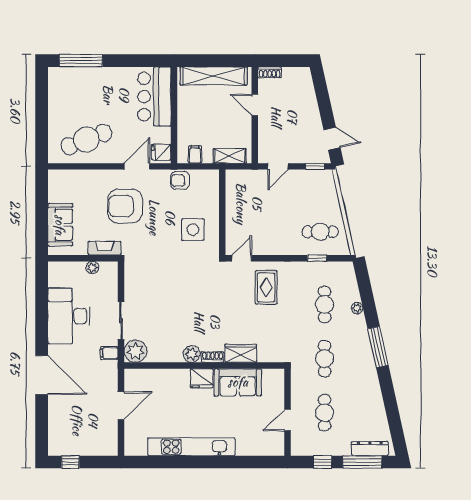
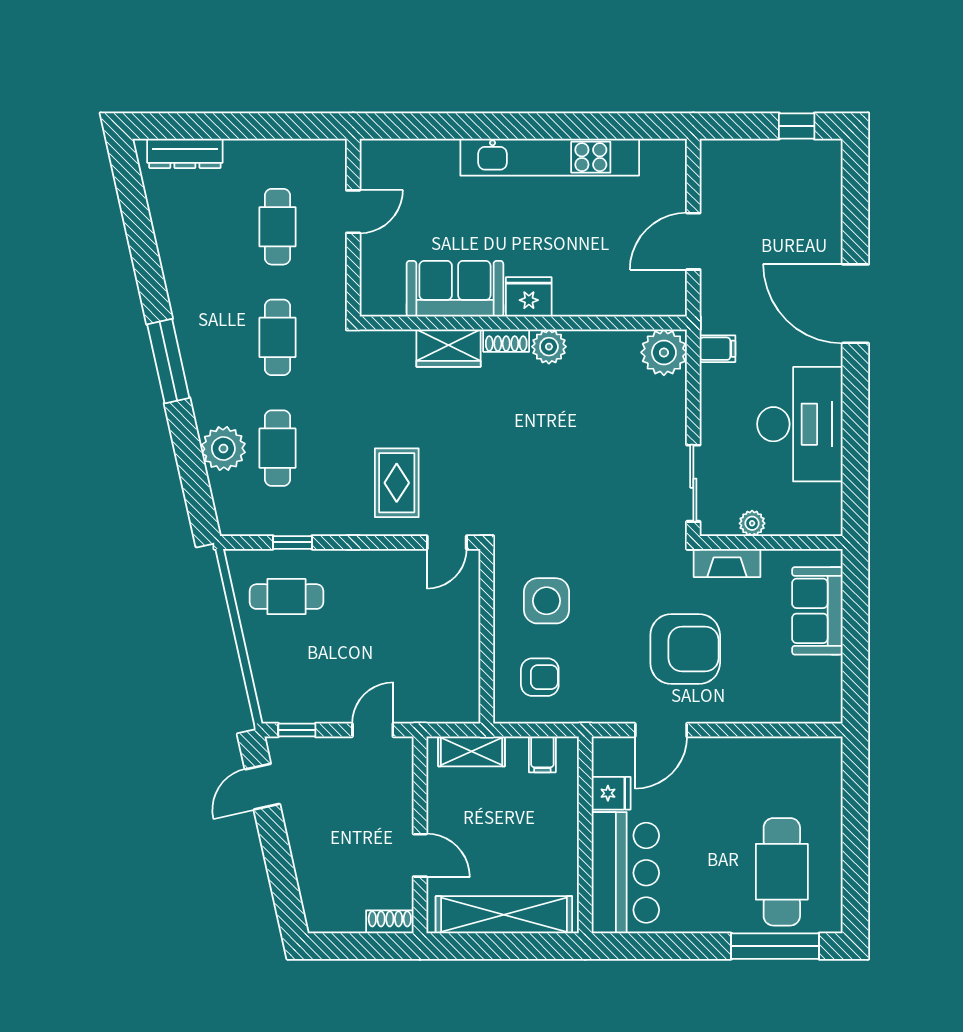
cafe table: (86, 139) -> (782, 872), moved, turned -69
door: (332, 139) -> (262, 787), hinge flipped
fridge: (161, 152) -> (611, 793), moved
armchair: (180, 180) -> (540, 677), moved
plant: (357, 308) -> (223, 448), width x1.87, depth x1.87
sliding door: (121, 321) -> (693, 483), moved
window: (323, 462) -> (281, 126), removed
window: (362, 462) -> (200, 126), removed

